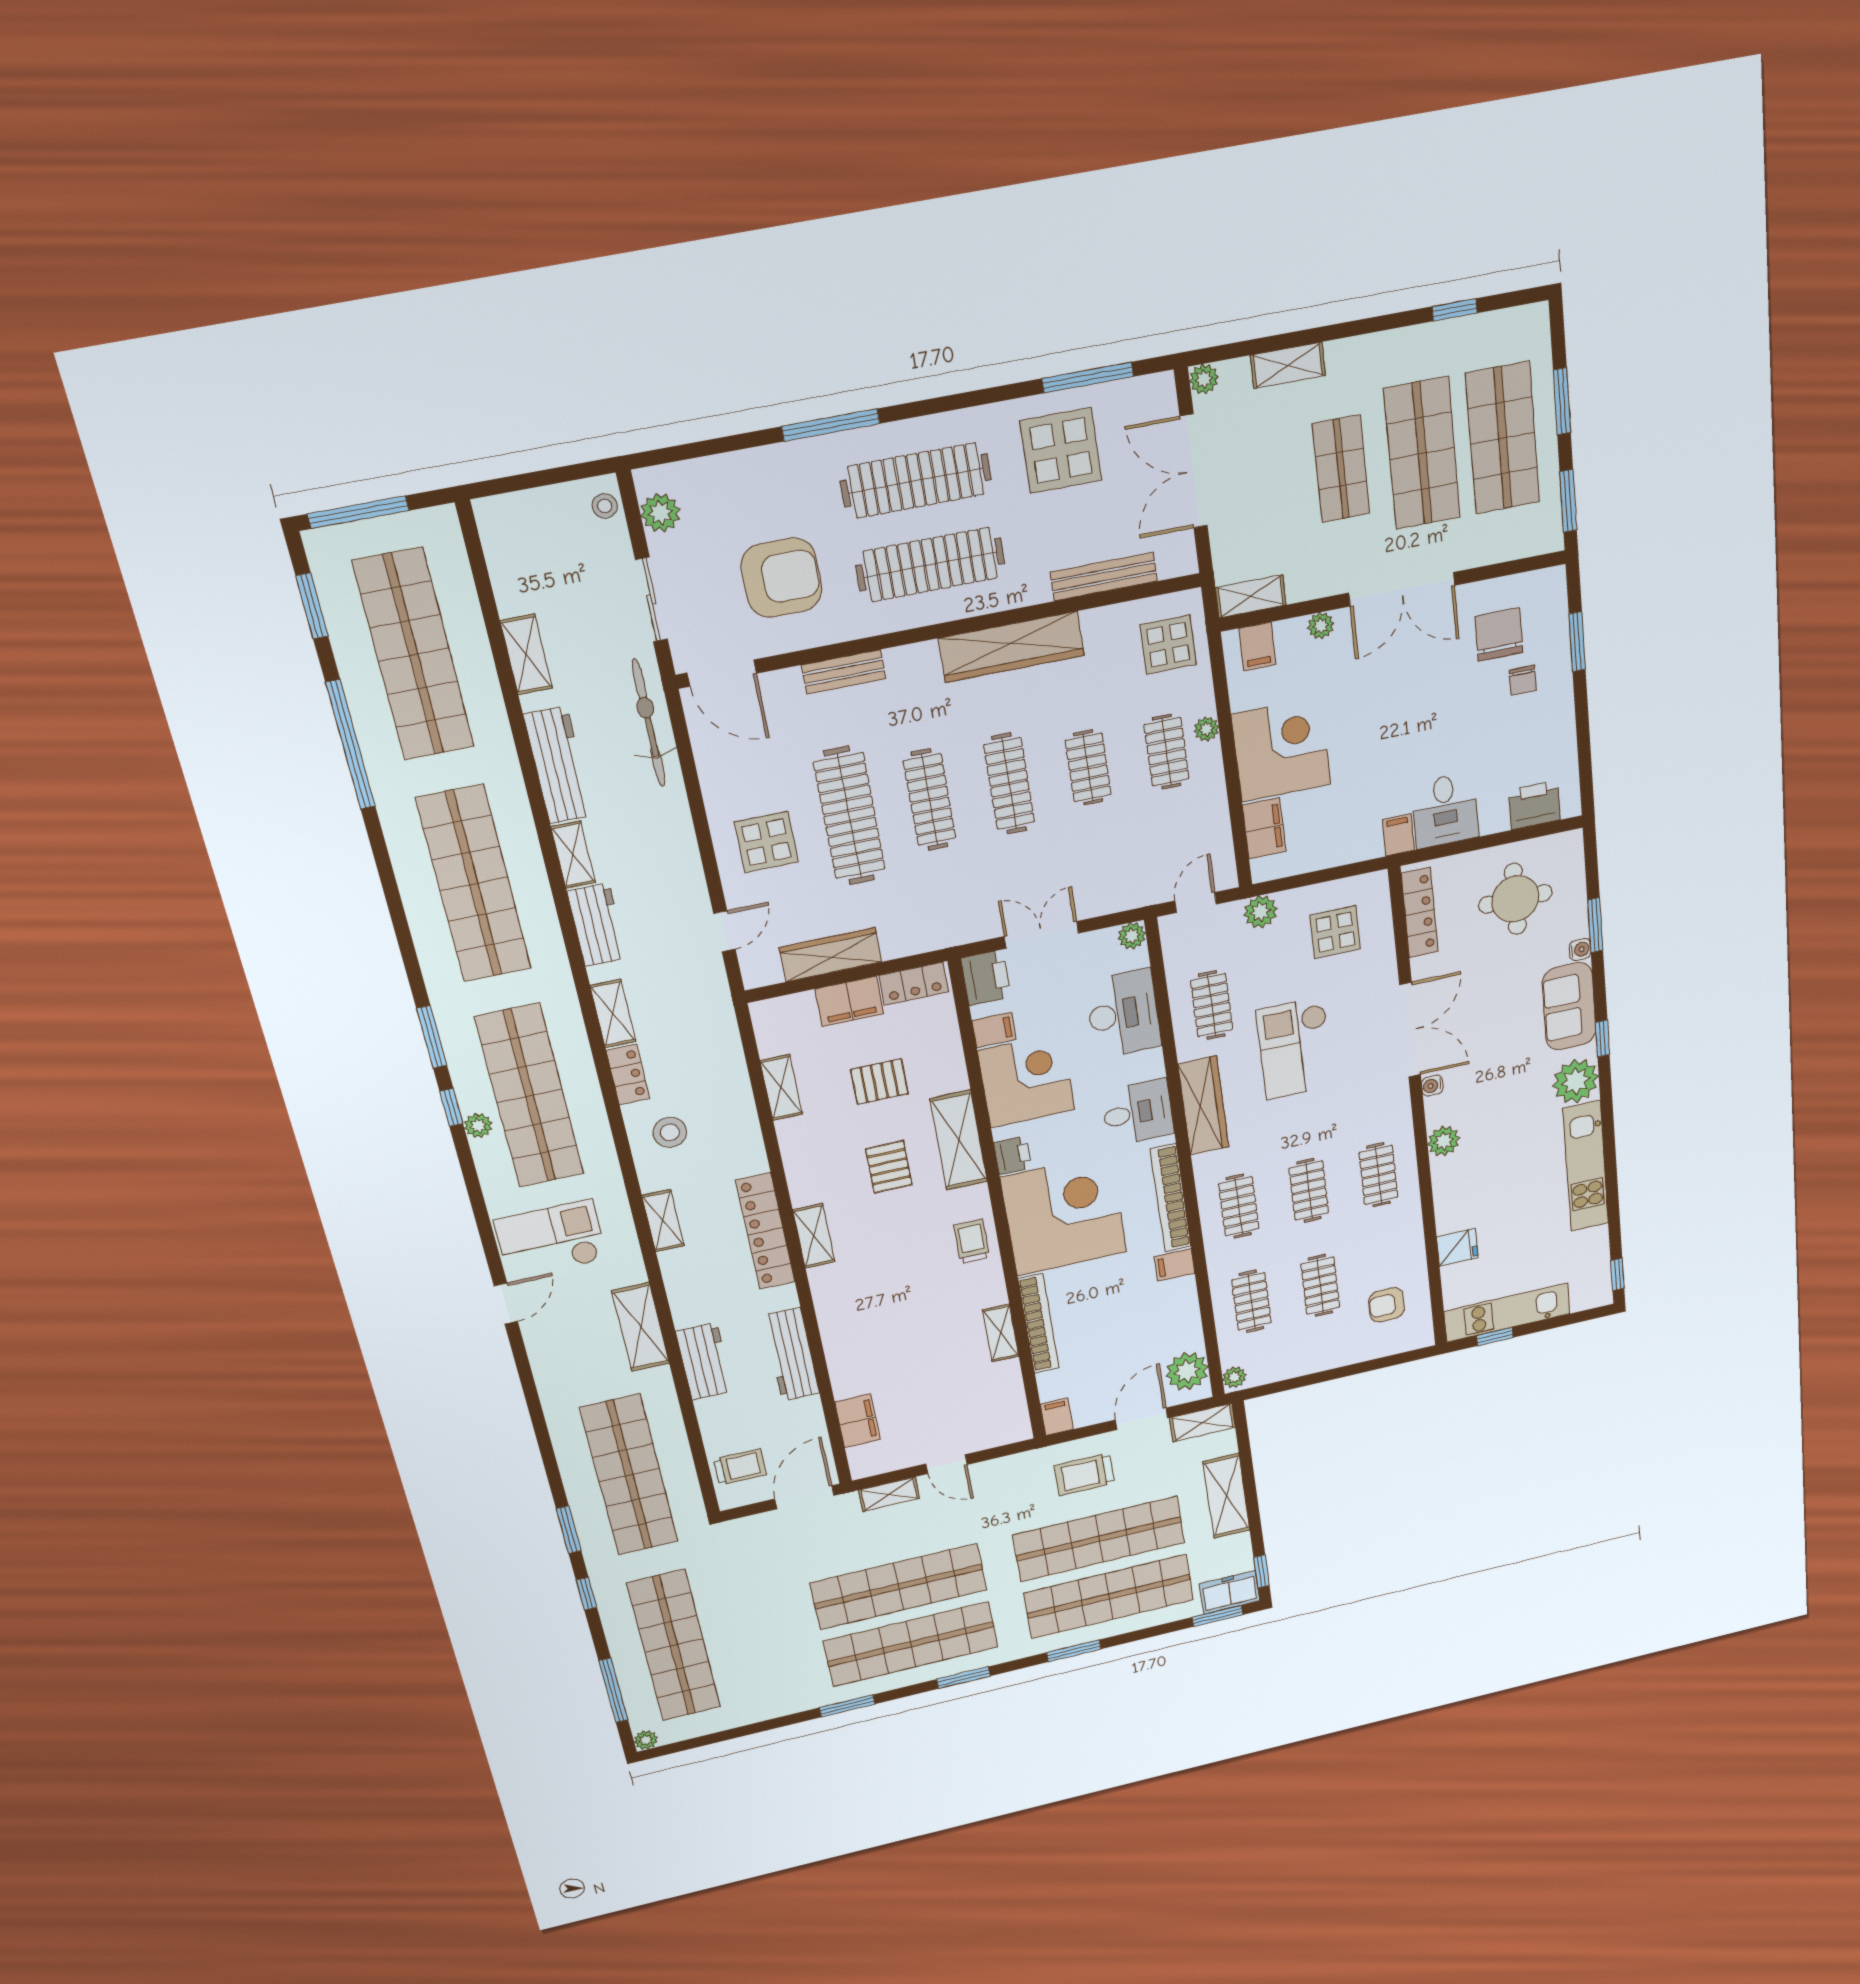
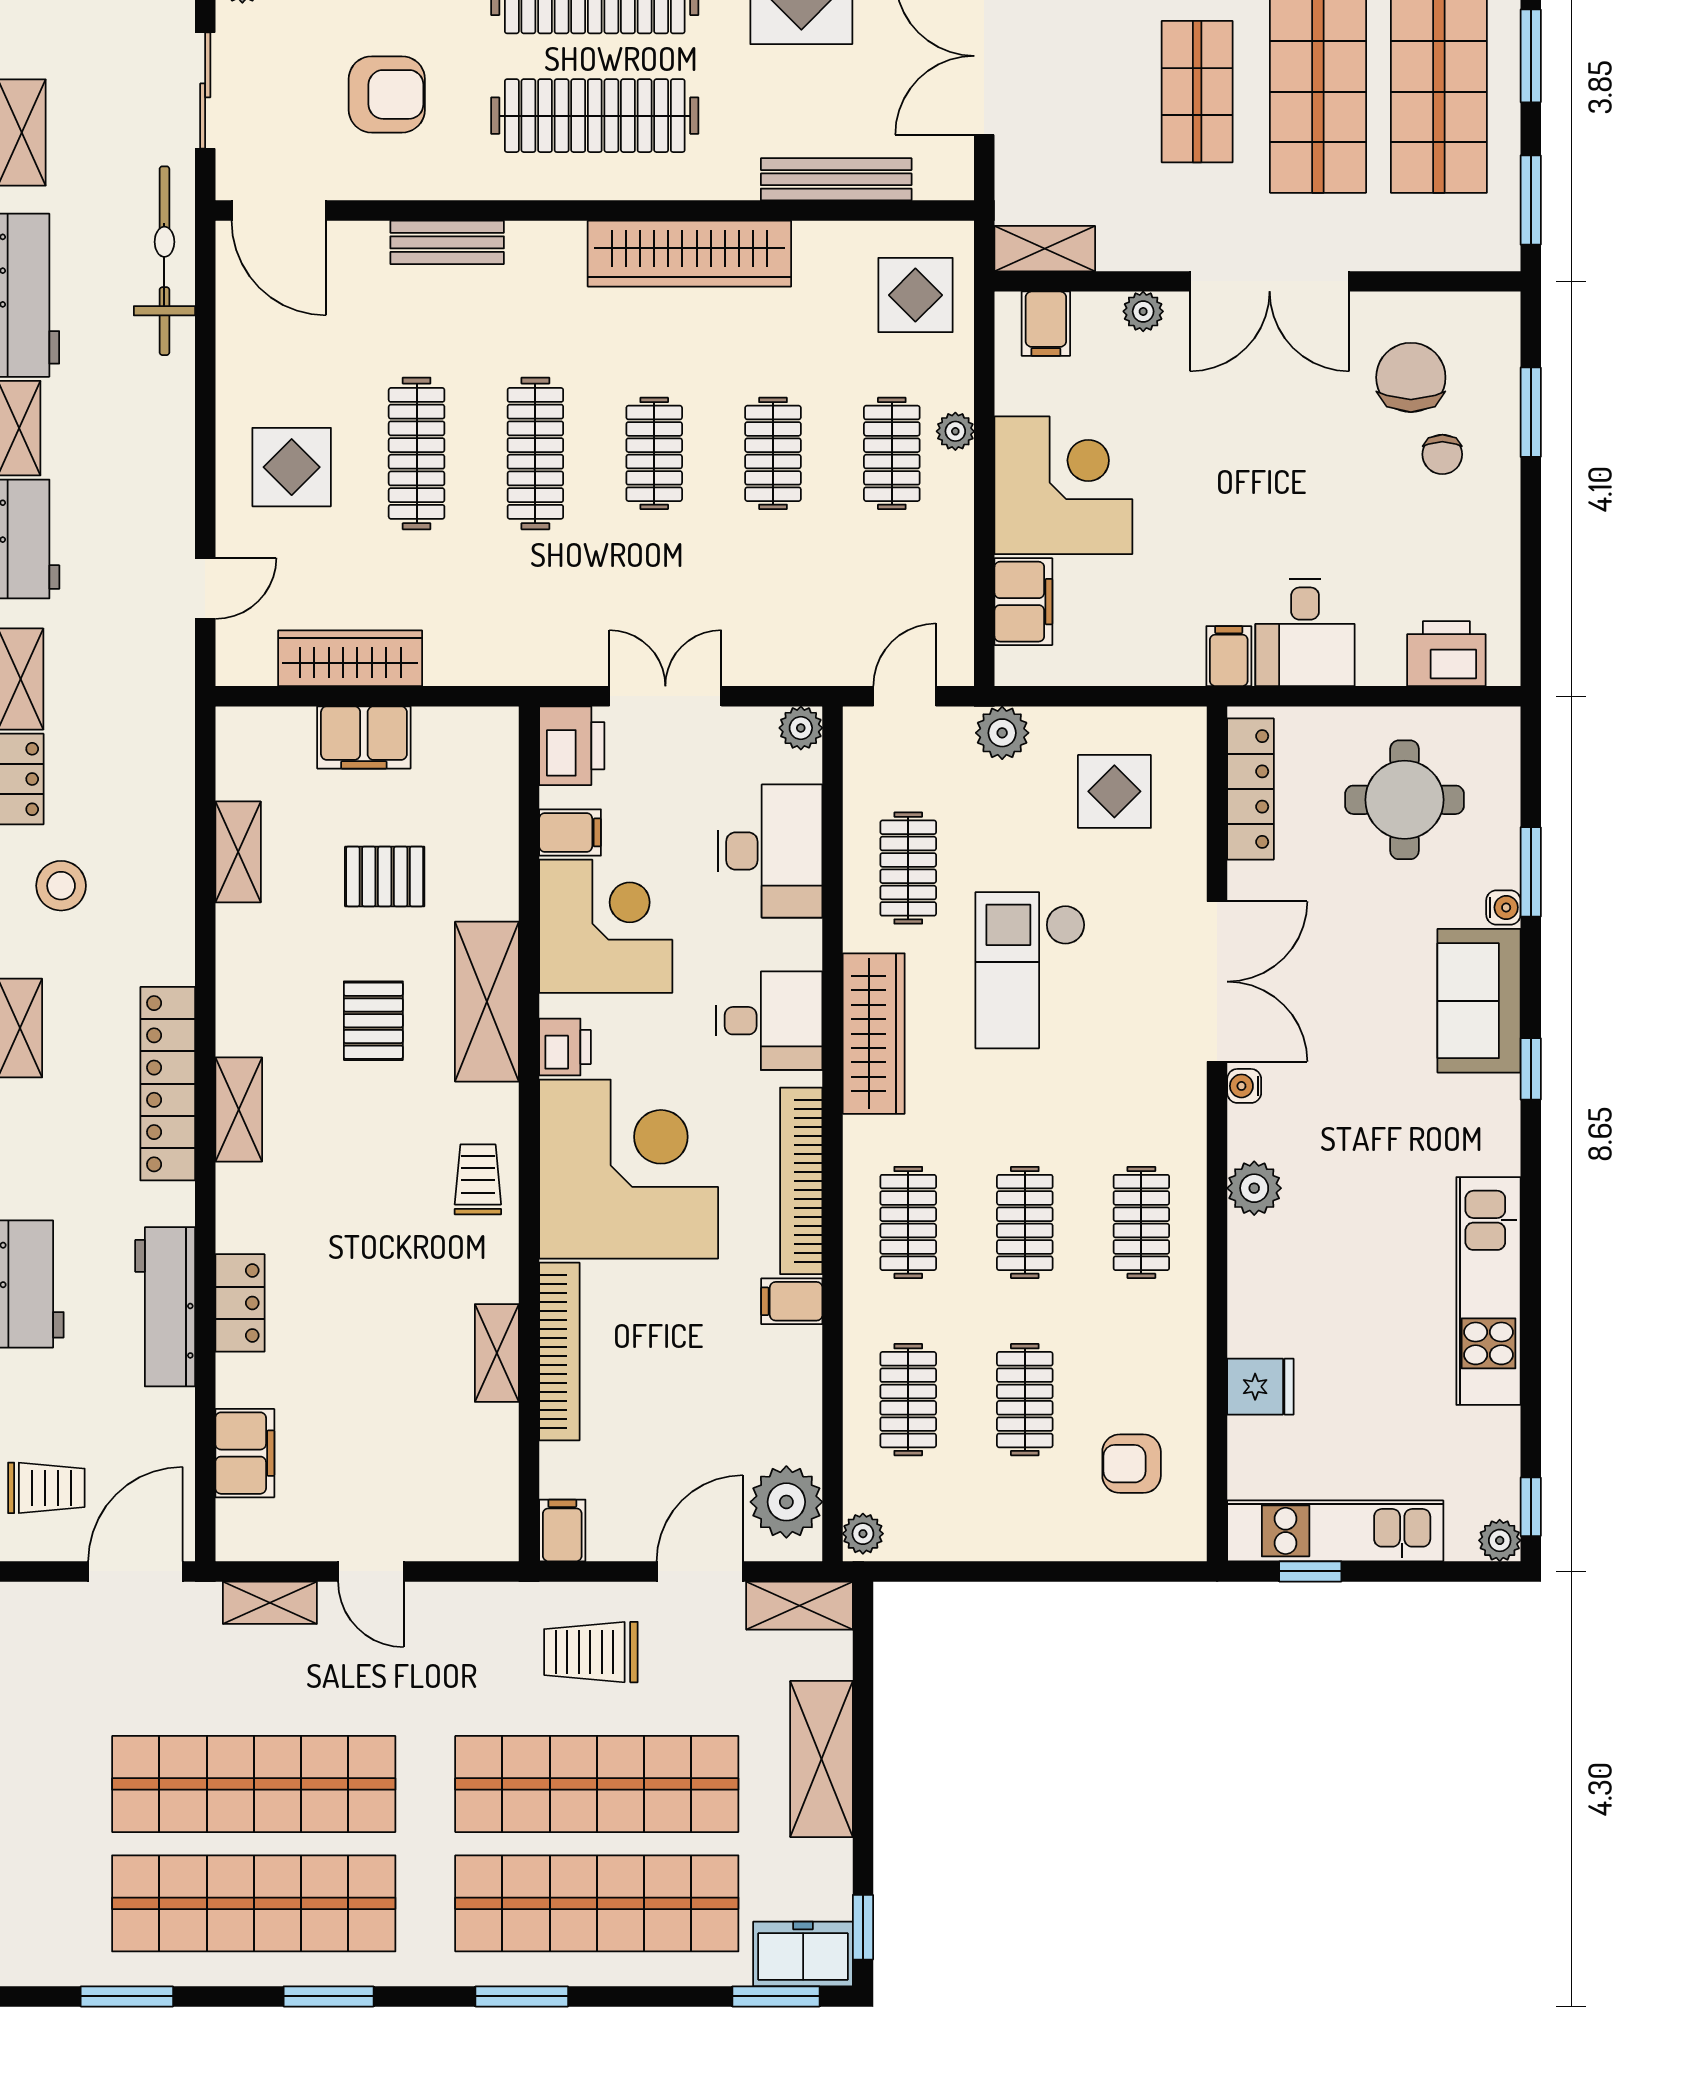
armchair: (781, 578) -> (387, 94), width x0.73, depth x0.73
clothes rail: (1009, 784) -> (654, 453), width x0.73
clothes rail: (849, 816) -> (417, 453), width x0.73, depth x0.76
locker: (914, 984) -> (240, 1303), moved, turned -90
plant: (1576, 1081) -> (1500, 1540), moved, width x0.53, depth x0.53

